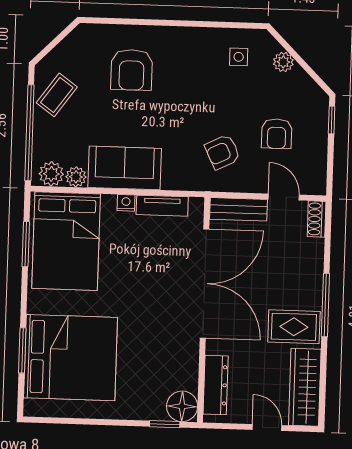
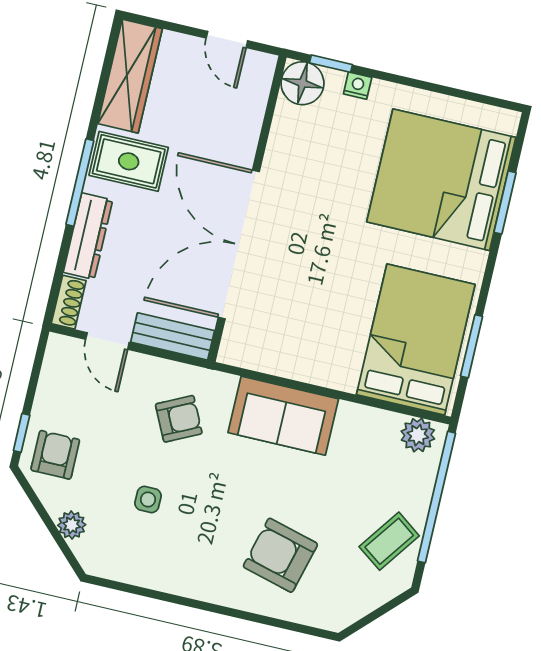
side table: (239, 57) -> (148, 499), moved
armchair: (132, 70) -> (280, 555), turned -75
armchair: (277, 134) -> (55, 455), moved
sofa: (125, 168) -> (283, 416), moved
plant: (76, 177) -> (385, 424), removed
nightstand: (126, 203) -> (358, 86), moved, turned 180
tv unit: (162, 206) -> (275, 362), removed
dresser: (216, 385) -> (88, 236), moved, turned 180
door: (267, 428) -> (227, 39), moved

